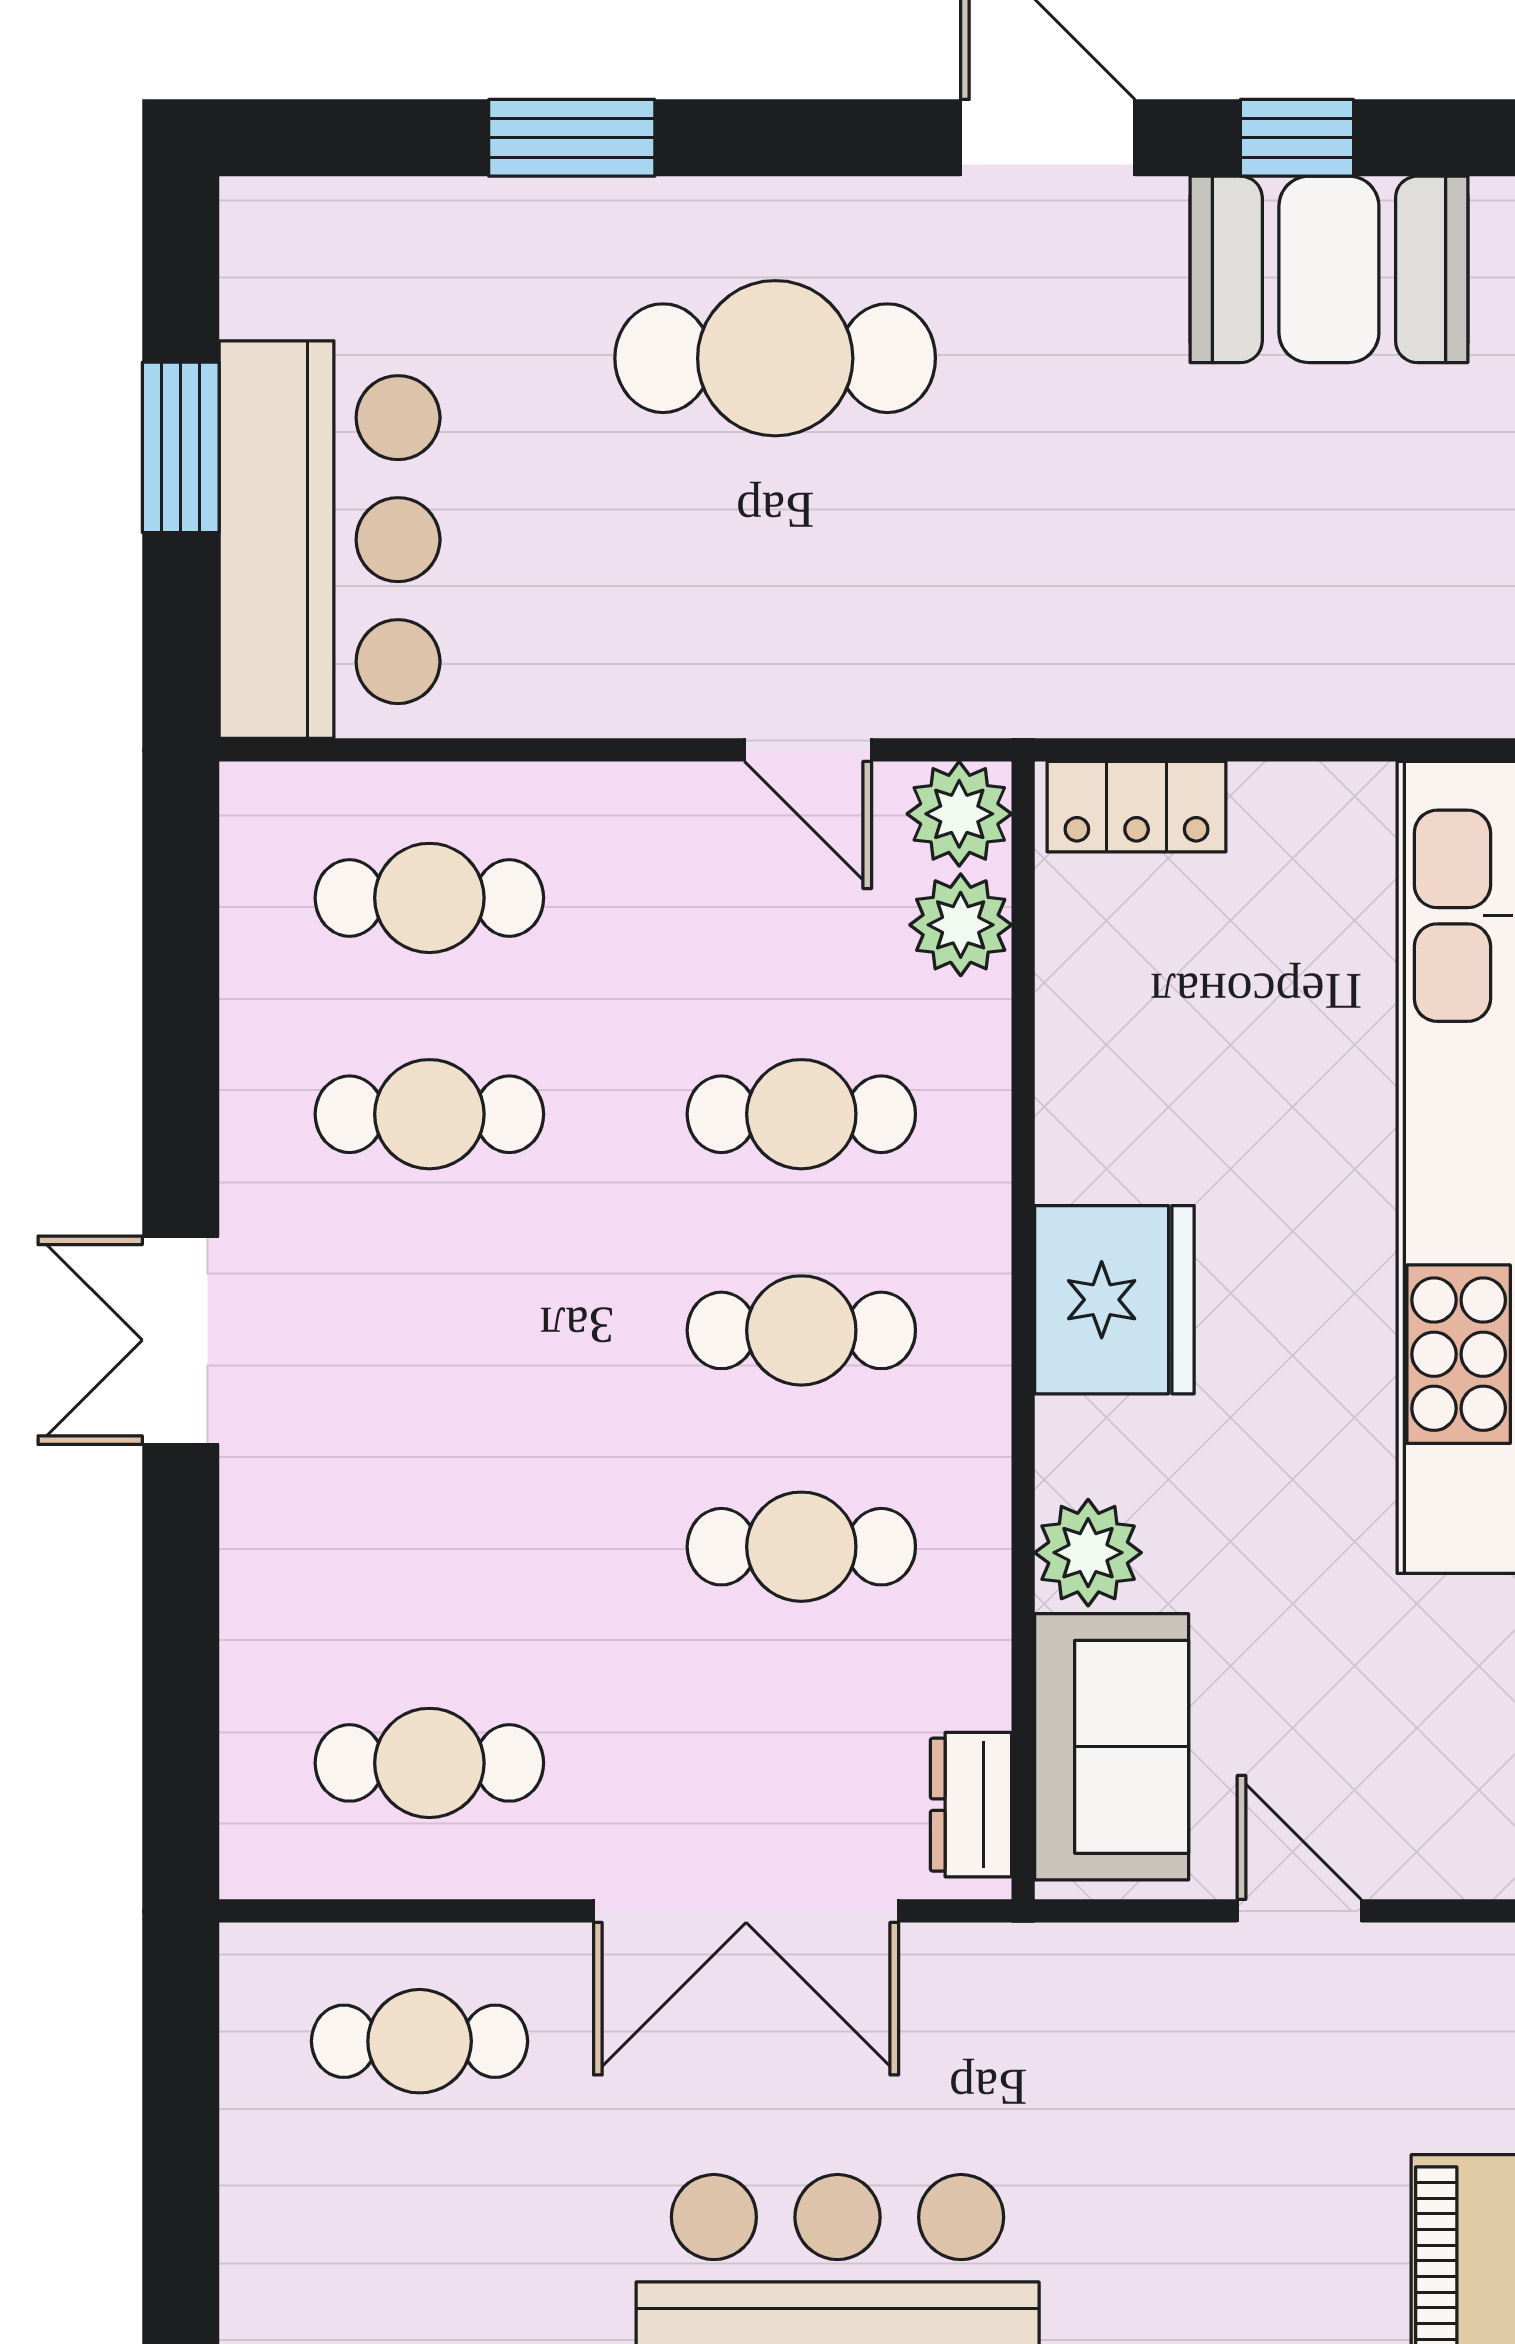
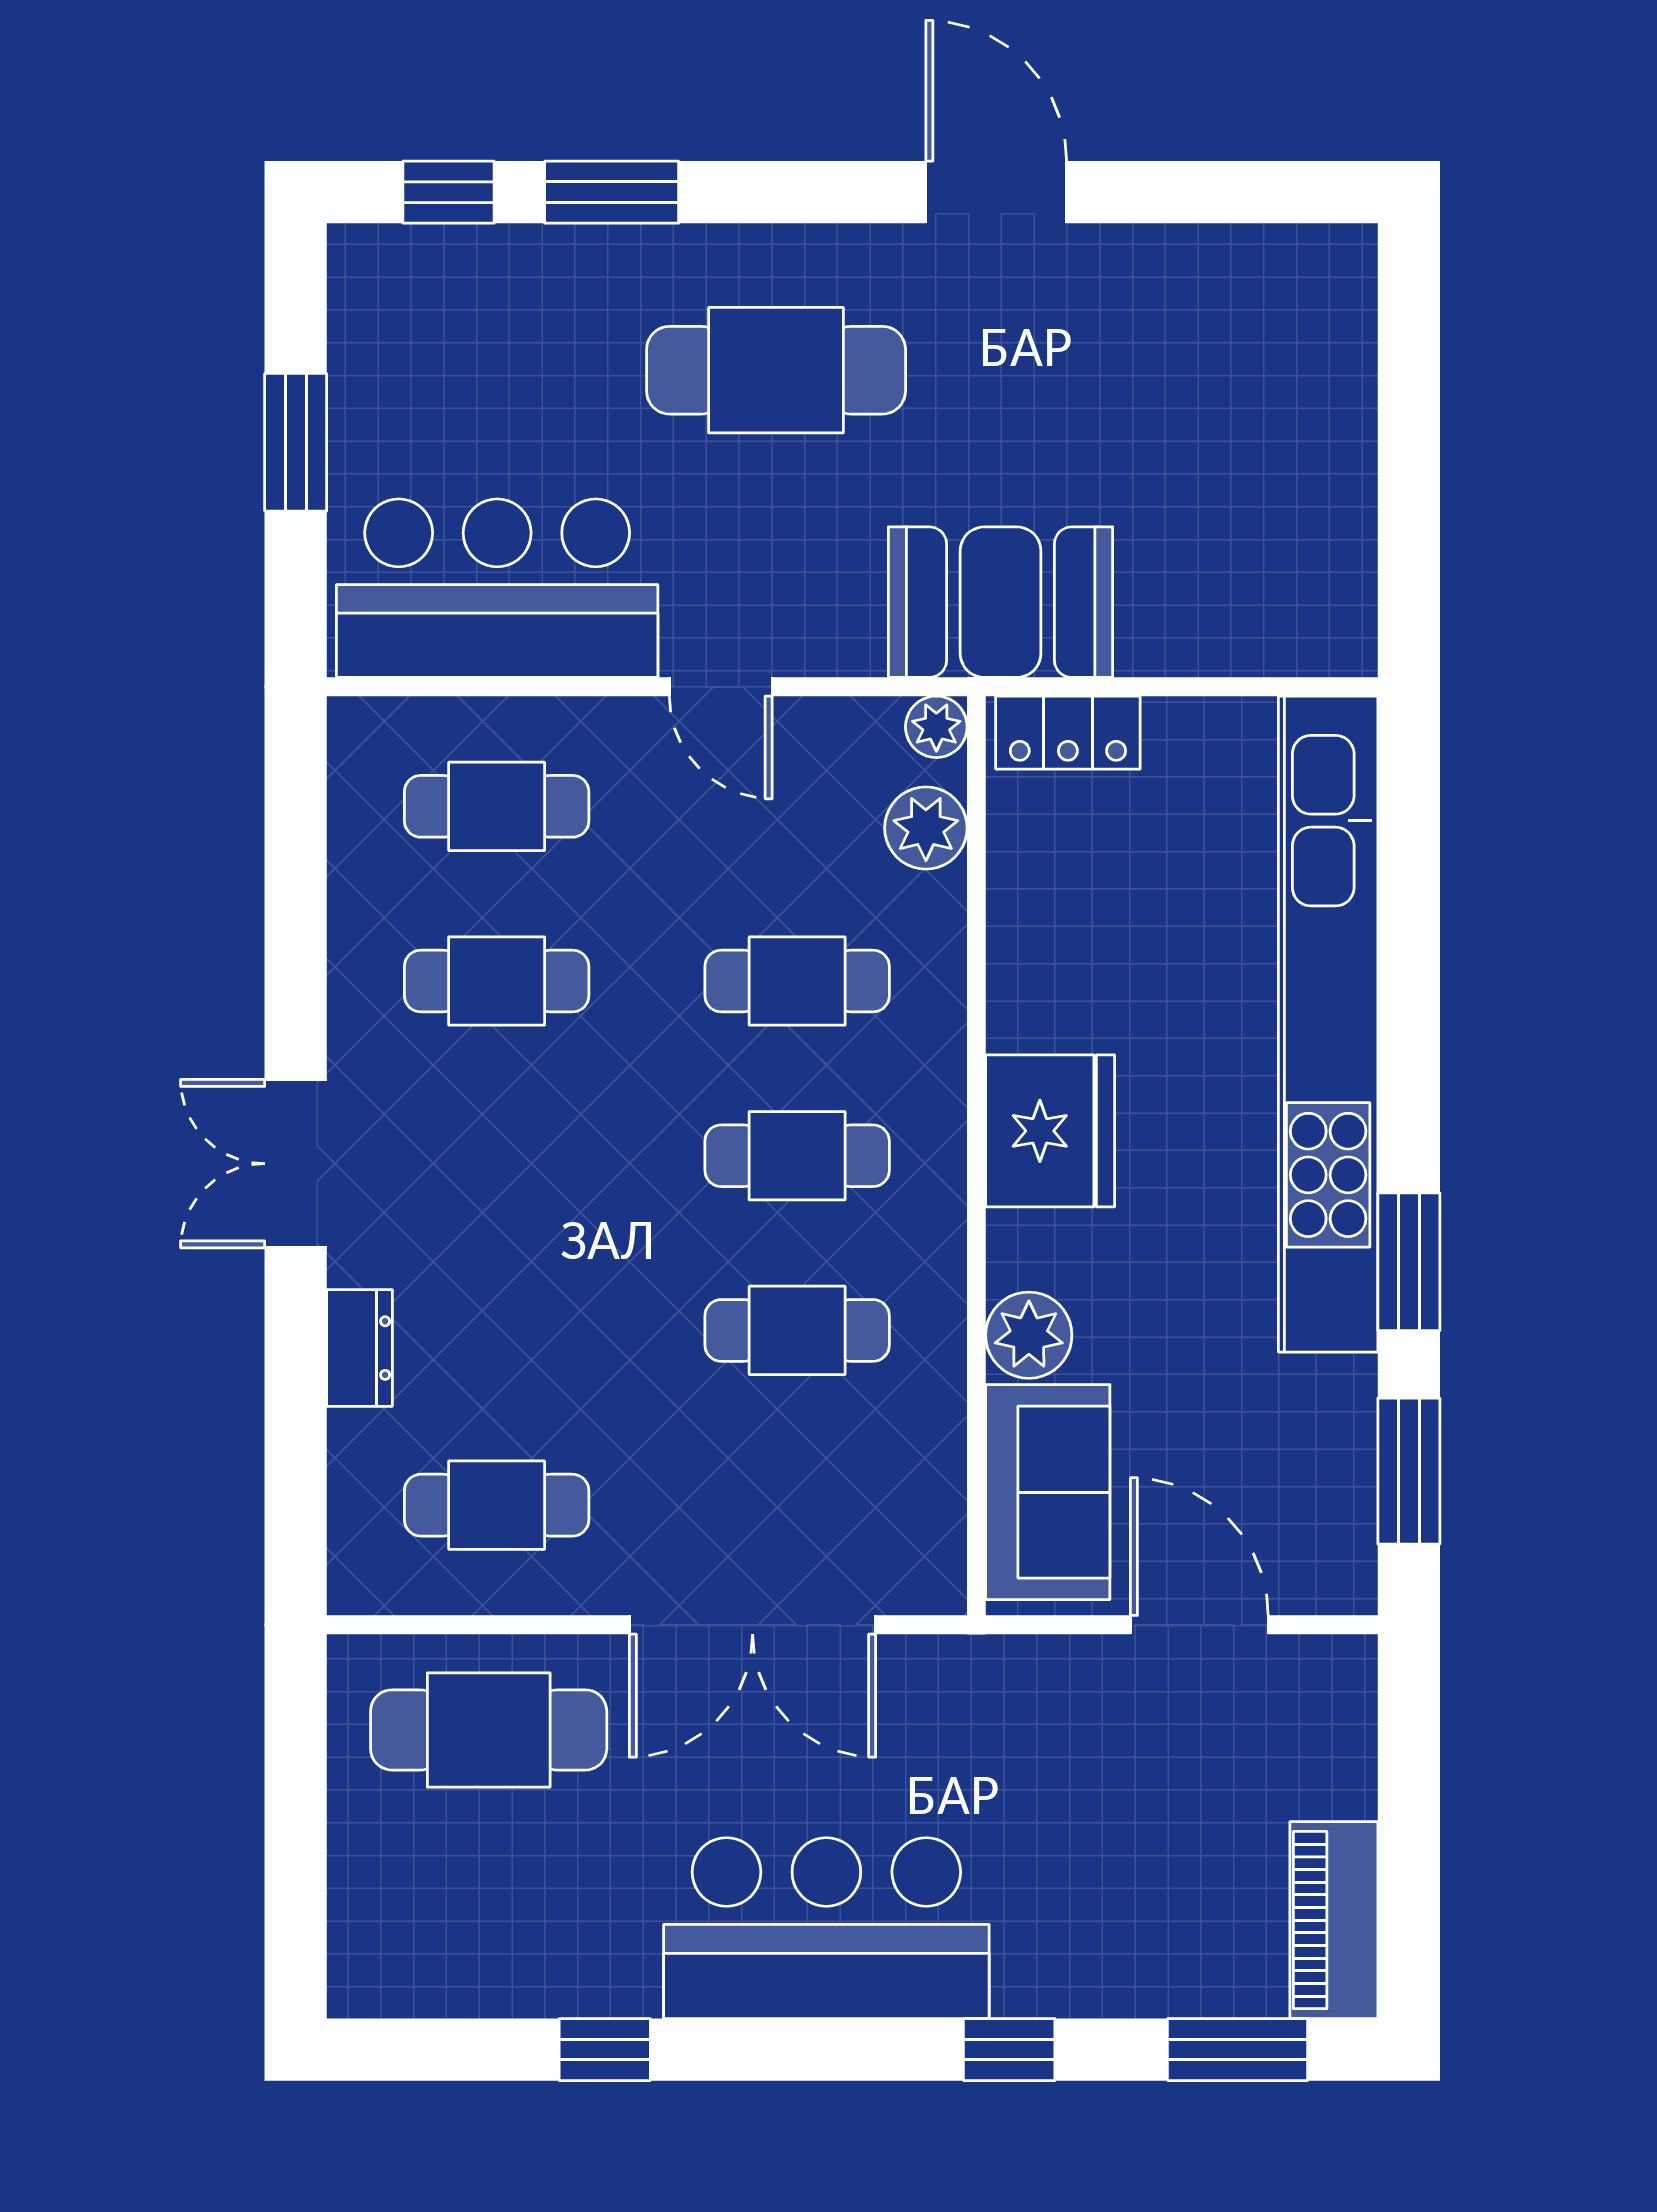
window: (1297, 138) -> (448, 192), moved
booth: (1329, 269) -> (1001, 602), moved
bar counter: (330, 540) -> (497, 588), moved, turned -90
door: (808, 750) -> (721, 687), moved
plant: (959, 814) -> (936, 727), width x0.73, depth x0.73
dresser: (971, 1805) -> (360, 1348), moved, turned 180
door: (1299, 1911) -> (1199, 1625), width x1.38
cafe table: (420, 2041) -> (489, 1730), width x1.37, depth x1.35

